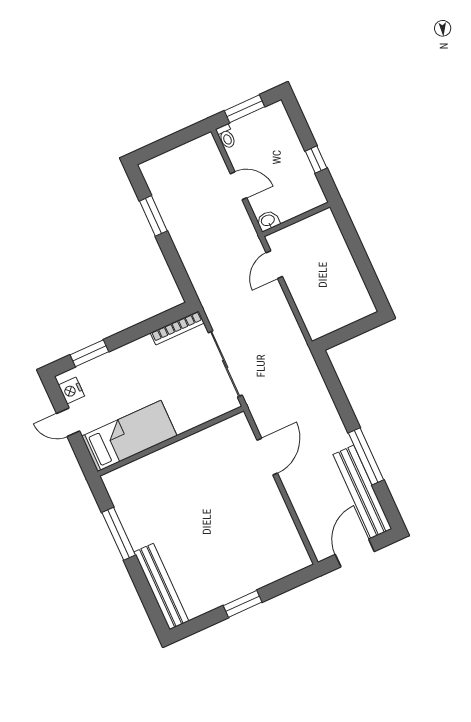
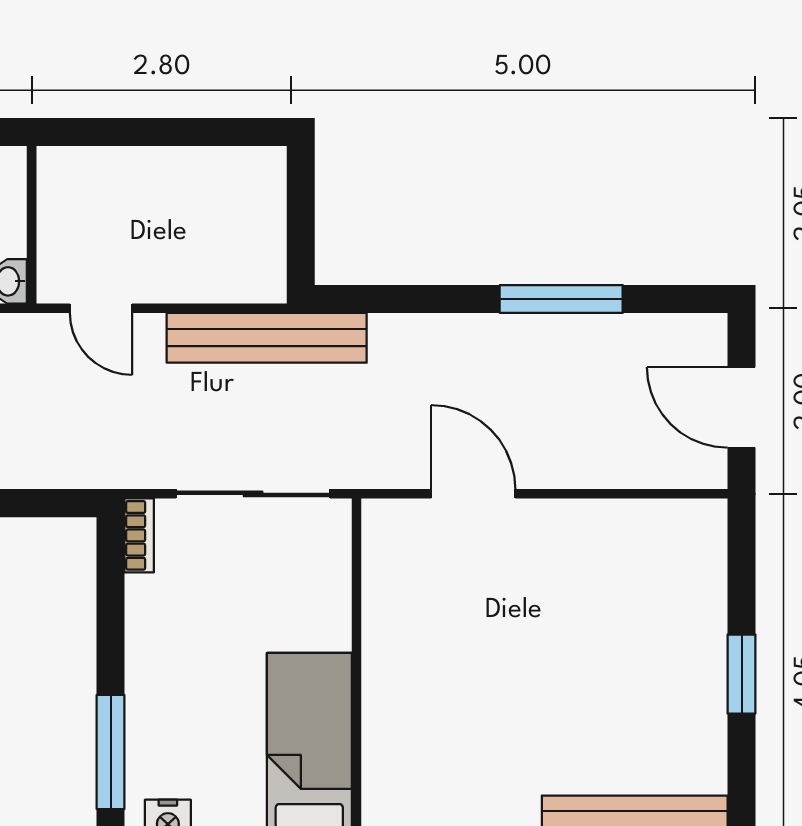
bookcase: (177, 328) -> (139, 535), width x0.64
window: (89, 353) -> (111, 752), width x1.44
bench: (362, 492) -> (267, 338), moved

